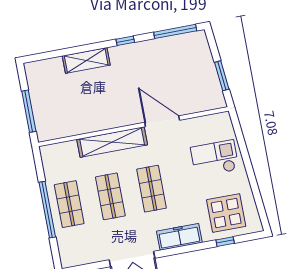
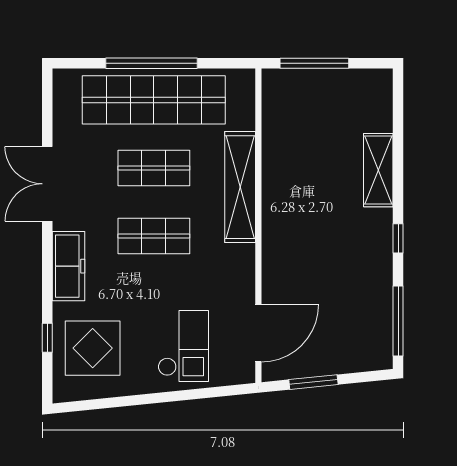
door: (162, 121) -> (258, 333), moved
shop shelf: (69, 204) -> (154, 100), width x2.00, depth x1.36

